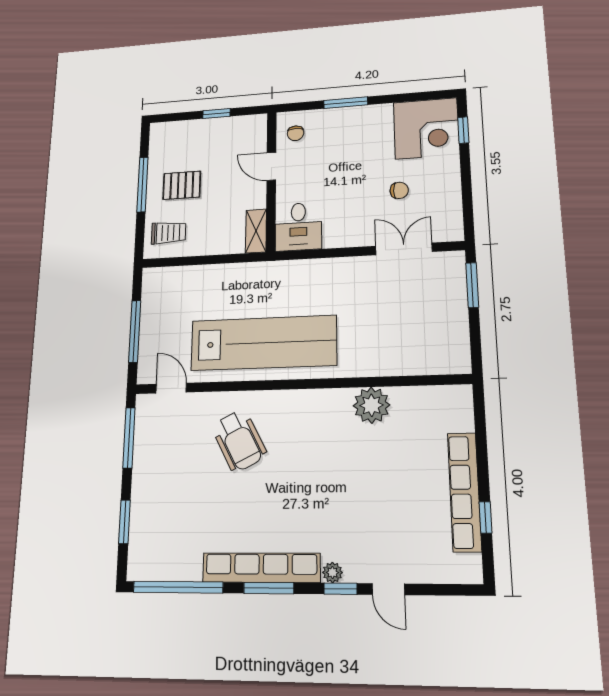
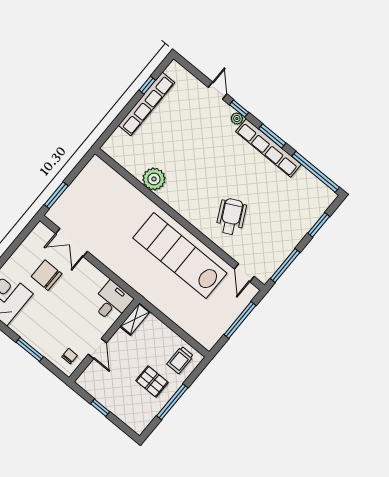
chair: (399, 190) -> (47, 275), width x1.87, depth x1.87
trolley: (169, 233) -> (180, 360), turned -90

